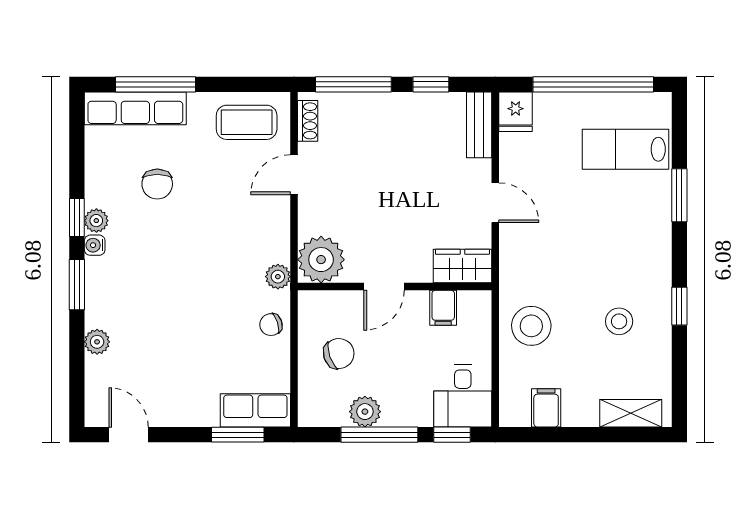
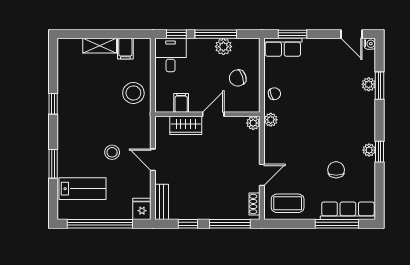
water cooler: (95, 245) -> (370, 44), moved
plant: (321, 260) -> (253, 123), width x0.53, depth x0.53
wardrobe: (462, 266) -> (186, 125), moved
window: (77, 285) -> (380, 86), moved
stool: (619, 321) -> (112, 152), moved
shelving: (631, 413) -> (100, 46), moved

